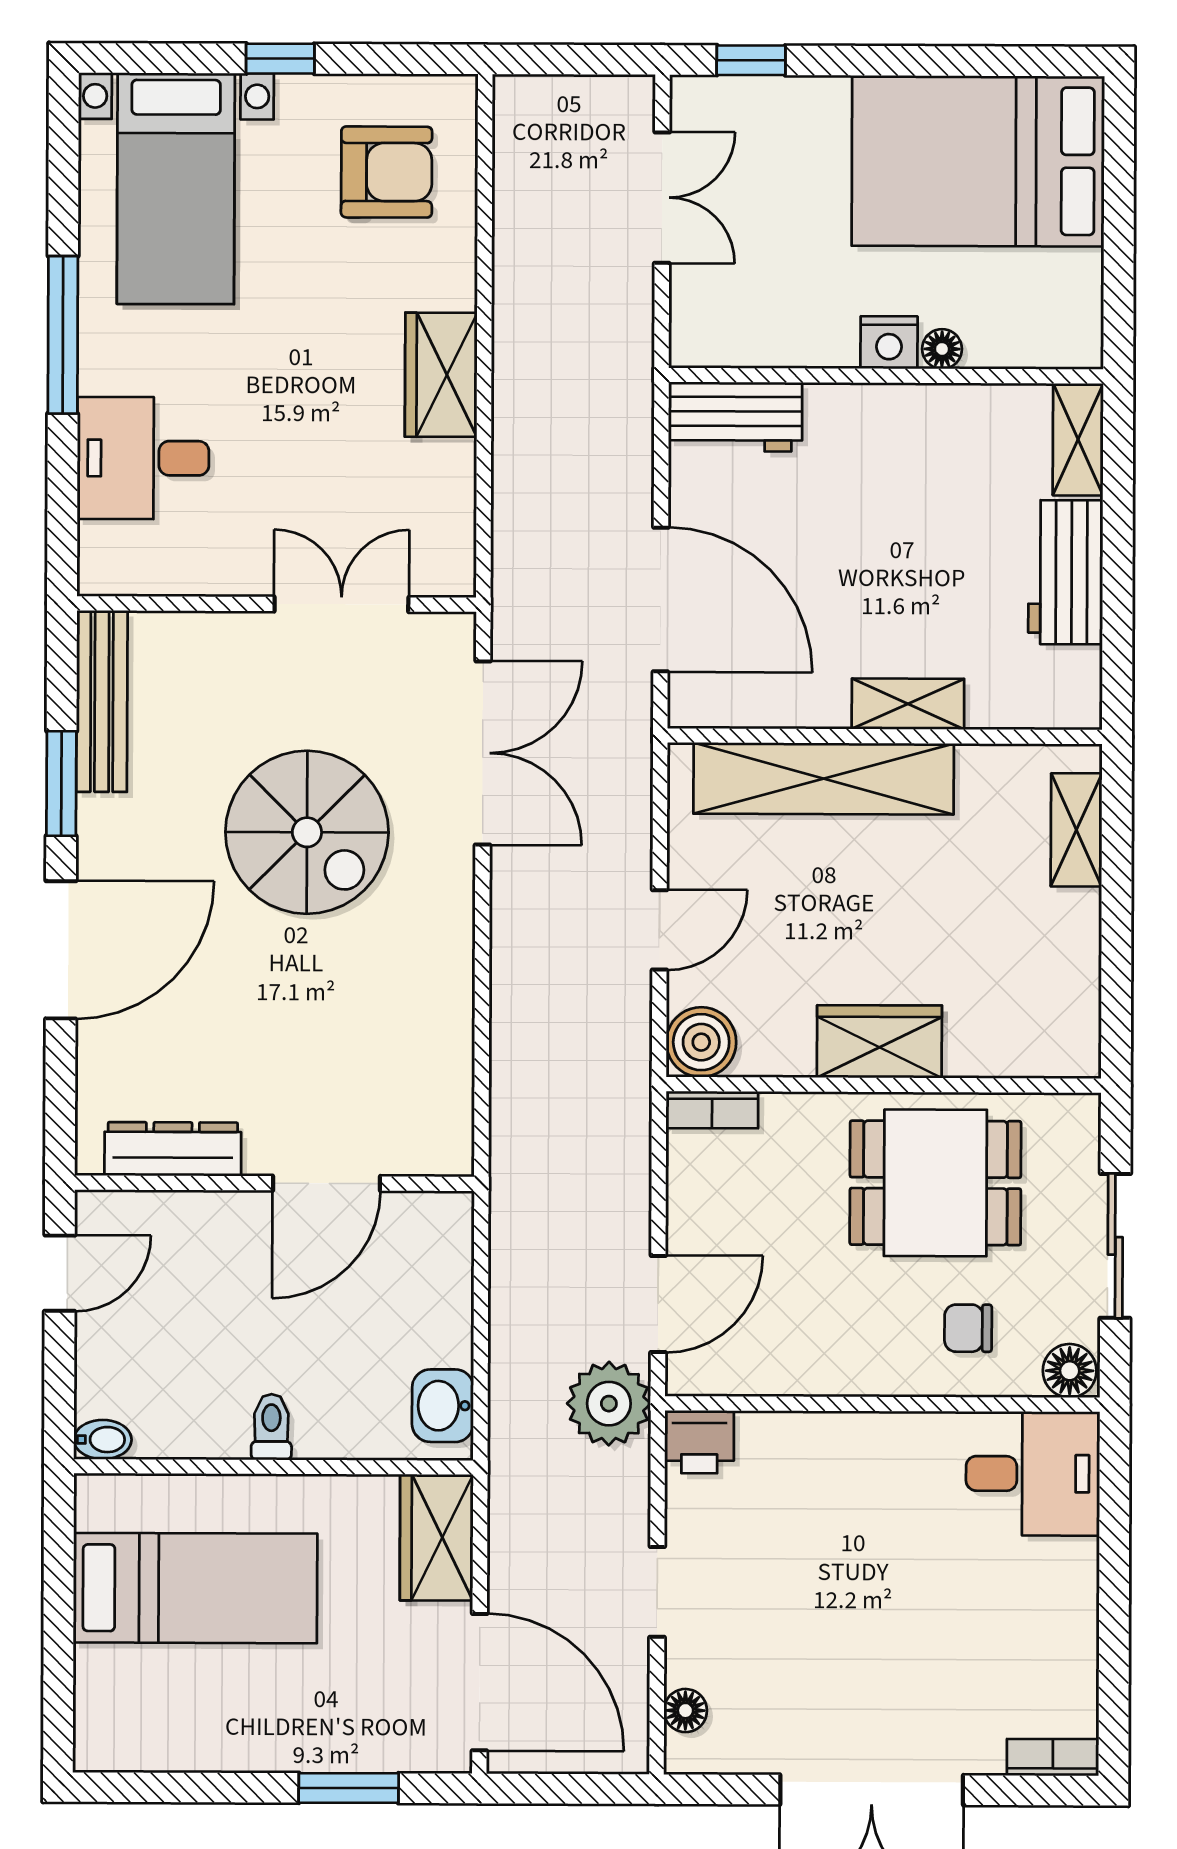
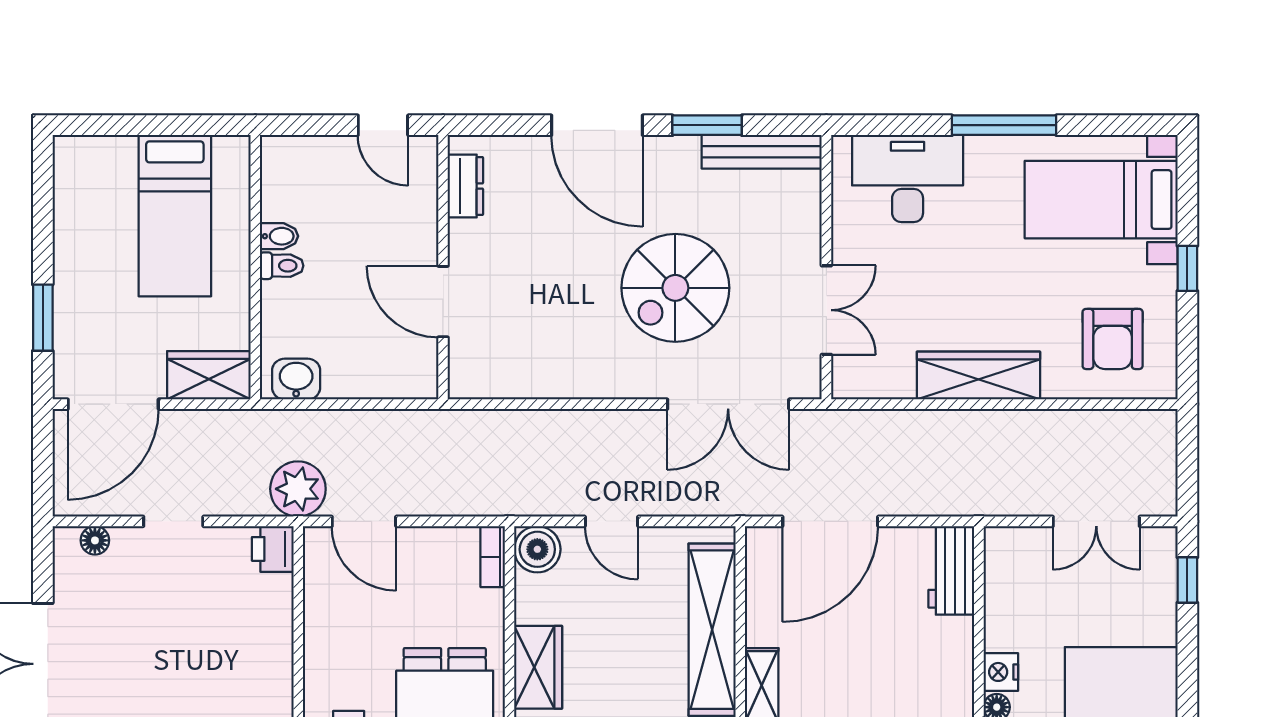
wardrobe: (441, 375) -> (978, 376), width x1.50
desk: (143, 458) -> (908, 179), width x1.37
dresser: (173, 1149) -> (465, 186), width x0.70
bidet: (103, 1440) -> (279, 236), moved, turned -90

